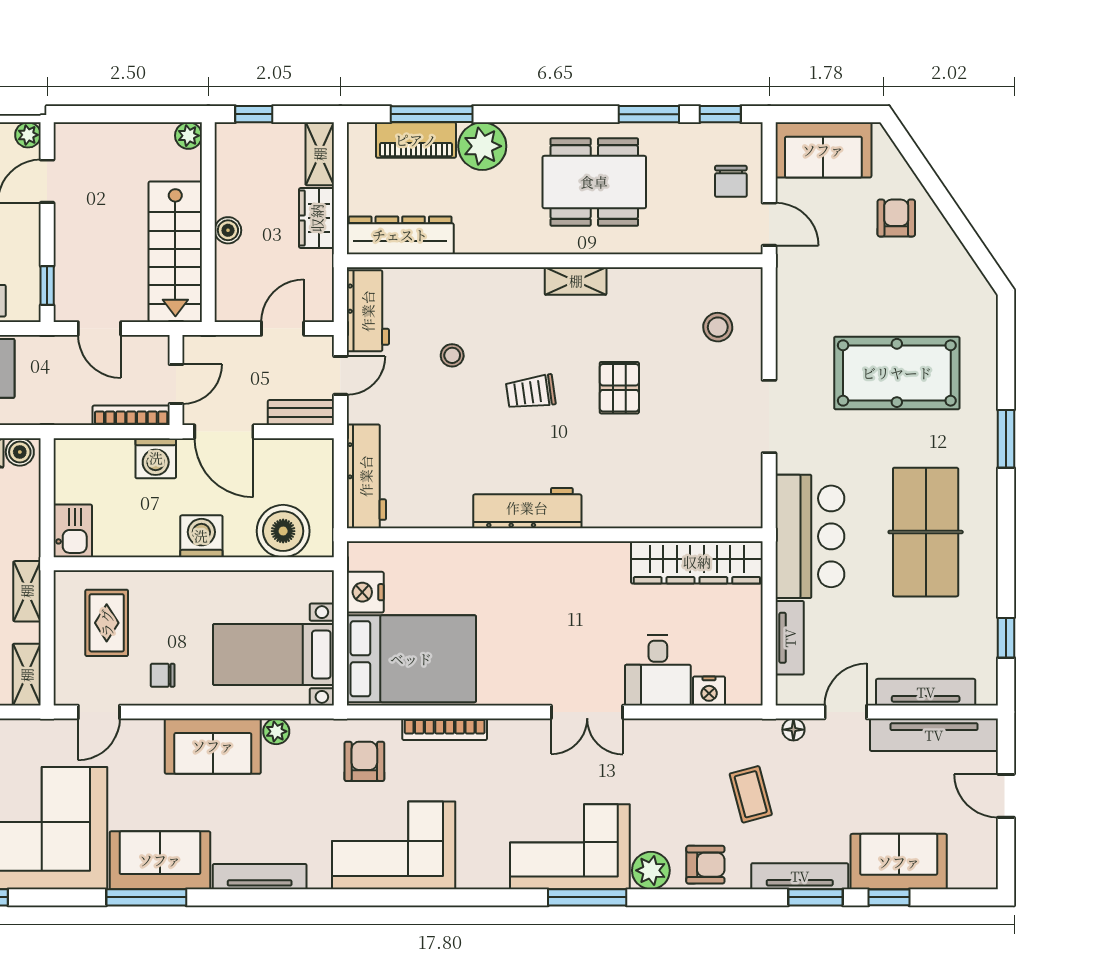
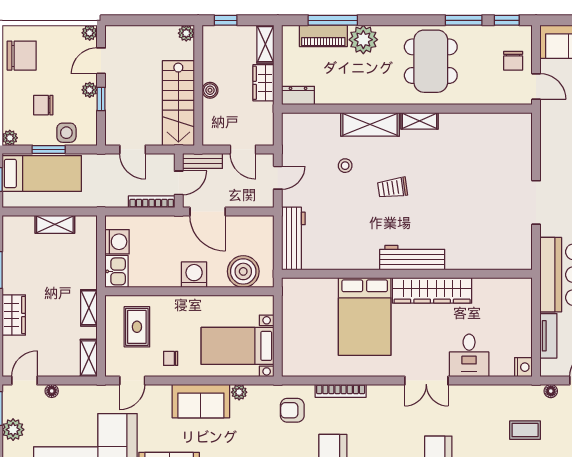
dining table: (594, 182) -> (431, 61), turned 90
plant: (28, 230) -> (90, 90), added
dresser: (400, 235) -> (298, 96), width x0.51, depth x0.80
window: (47, 286) -> (101, 99), moved
shelving: (493, 287) -> (370, 124), added
workbench: (368, 311) -> (294, 139), removed
stool: (718, 327) -> (505, 149), removed
door: (283, 328) -> (243, 149), swing flipped
pallet: (619, 388) -> (446, 185), removed
bench: (301, 413) -> (203, 161), moved
boiler: (20, 452) -> (85, 224), removed
washing machine: (156, 458) -> (117, 242), moved, turned -90
workbench: (527, 508) -> (412, 258), moved
wardrobe: (697, 562) -> (432, 290), moved
nightstand: (365, 592) -> (293, 308), removed
bed: (411, 659) -> (365, 316), moved, turned 90
nightstand: (709, 691) -> (523, 367), moved, turned -90
armchair: (364, 761) -> (292, 410), turned -90
coffee table: (751, 794) -> (525, 430), turned -75

